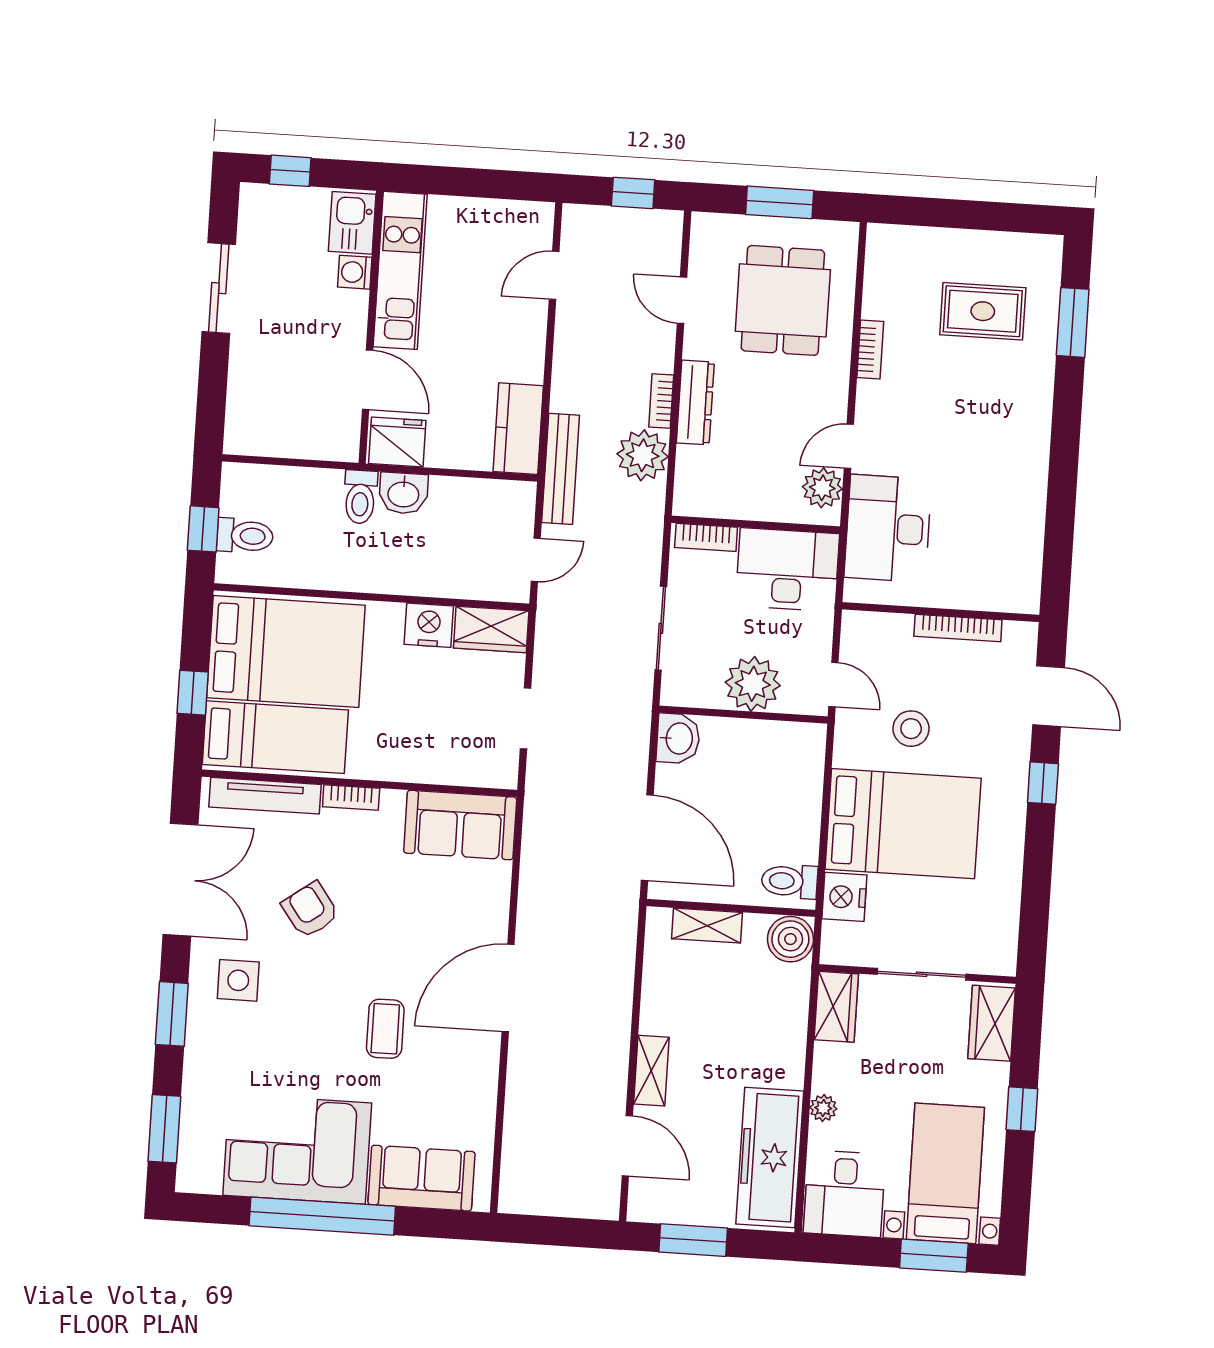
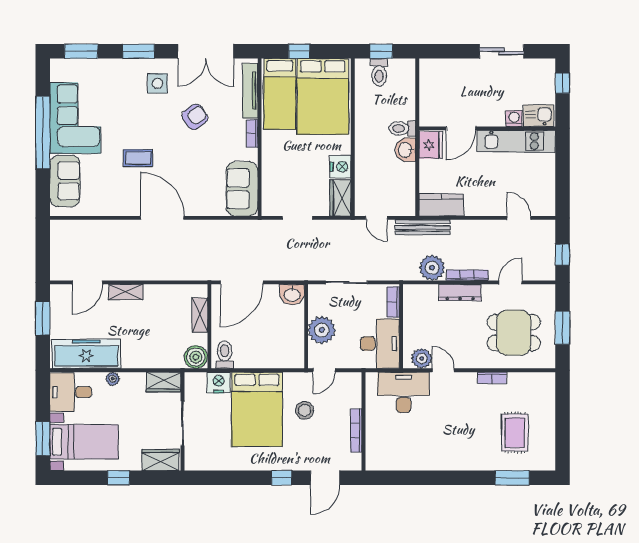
bookcase: (661, 401) -> (467, 275), width x1.56

